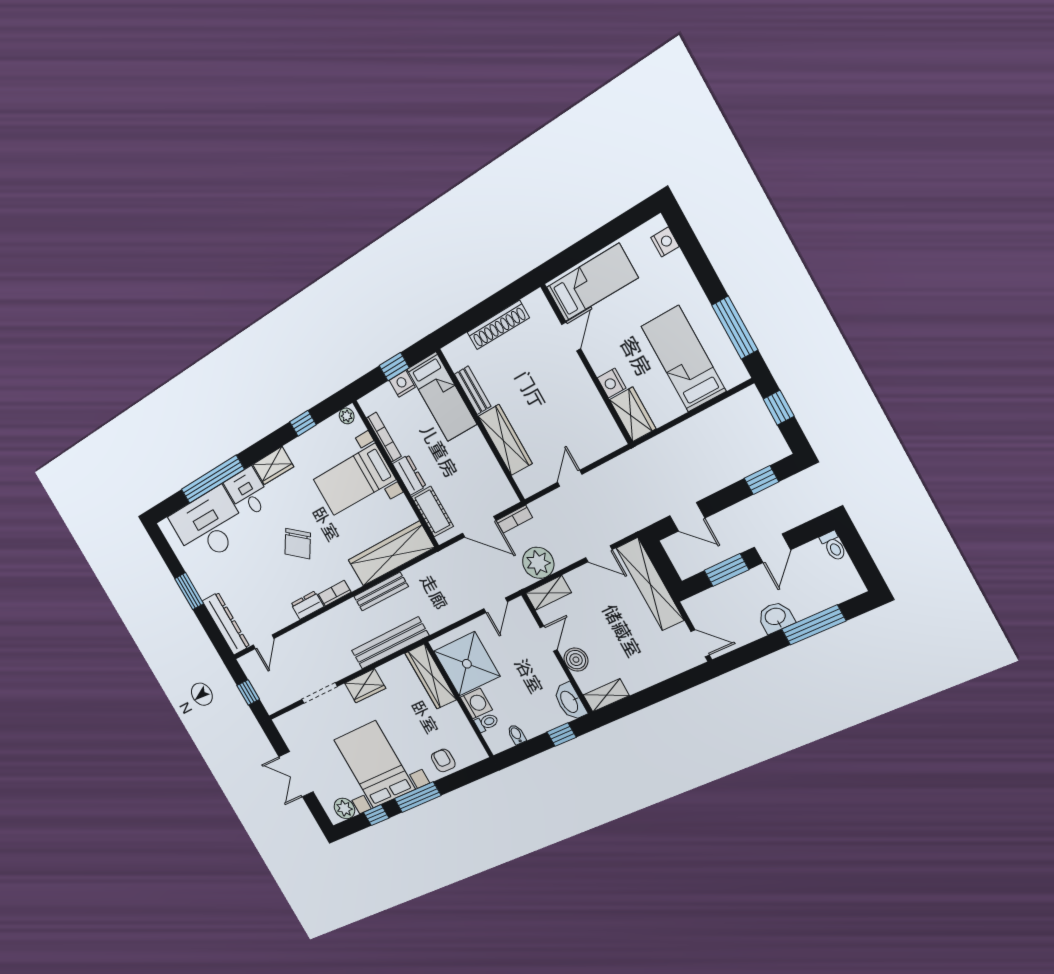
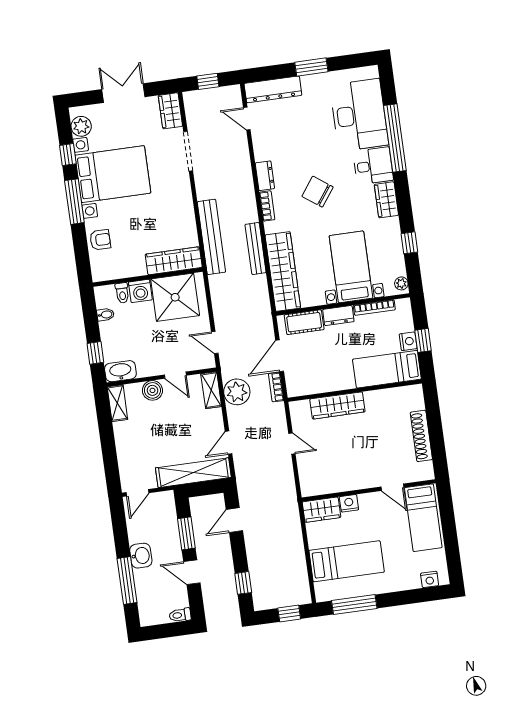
bench: (473, 390) -> (383, 396), removed
wardrobe: (365, 686) -> (170, 111), moved

